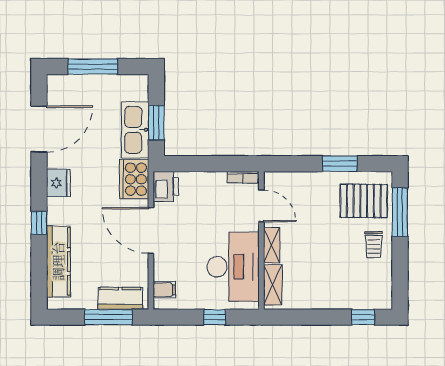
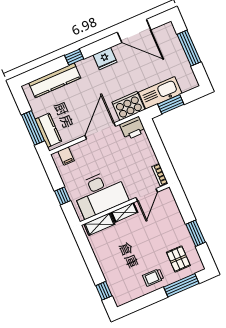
pallet: (364, 201) -> (178, 259), width x0.67, depth x0.71

